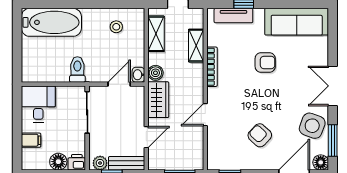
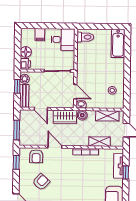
bathtub: (51, 22) -> (118, 43), width x0.73, depth x0.73
armchair: (265, 62) -> (36, 156), moved
toilet: (77, 70) -> (85, 37), moved

